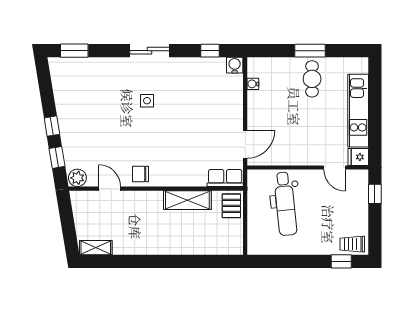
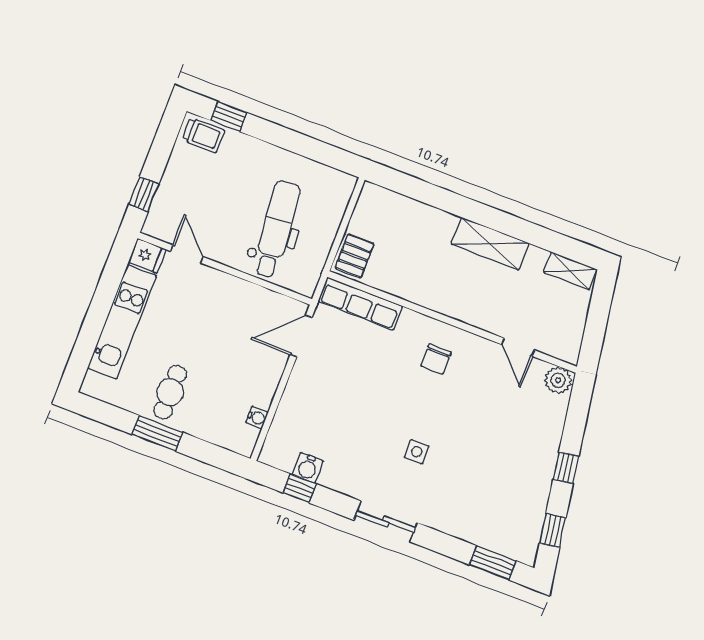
water cooler: (235, 65) -> (308, 468), moved
window: (57, 157) -> (553, 530), moved
chair: (141, 174) -> (436, 359), moved, turned 90
row of seats: (225, 178) -> (360, 304), width x1.48
shelving: (187, 200) -> (490, 244), moved

